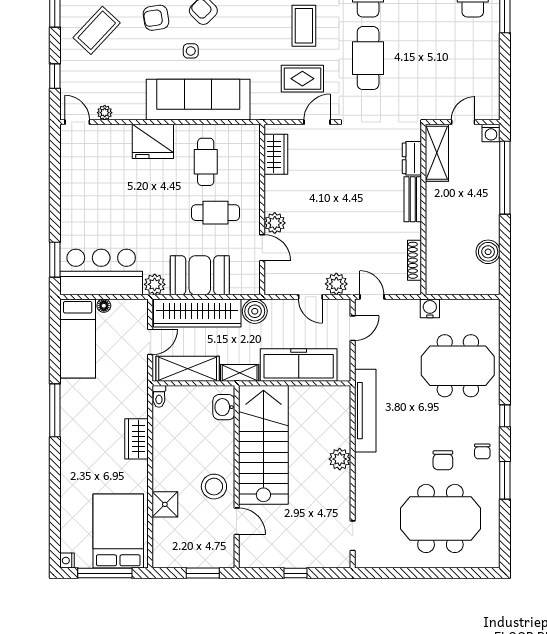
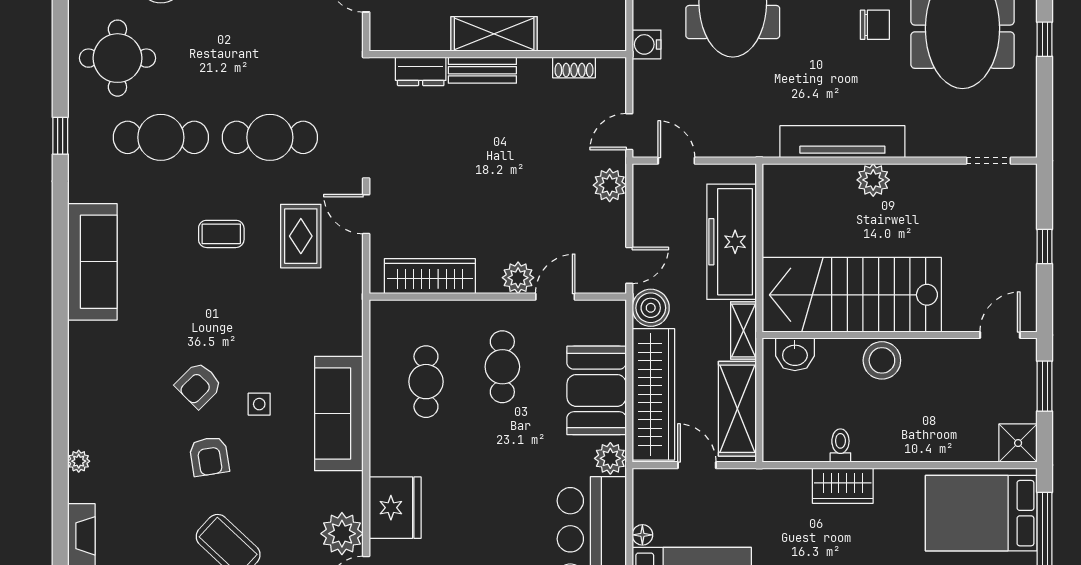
coffee table: (304, 26) -> (221, 234), width x0.73, depth x0.77
sofa: (198, 100) -> (339, 413), width x0.74, depth x0.79
plant: (105, 113) -> (342, 534), width x1.88, depth x1.88
fridge: (153, 141) -> (395, 508), moved
shelving: (437, 153) -> (494, 34), moved
wardrobe: (276, 154) -> (430, 276), width x1.50
cafe table: (206, 162) -> (426, 382), turned 90
shoe rack: (415, 260) -> (574, 67), width x0.70
door: (310, 297) -> (629, 265), moved
toilet: (159, 396) -> (840, 446), moved, turned -90
tv unit: (365, 411) -> (842, 142), moved
stool: (214, 487) -> (882, 360), moved
shower: (165, 504) -> (1018, 443), moved
door: (237, 521) -> (1000, 335), moved
window: (433, 573) -> (1045, 39), added

